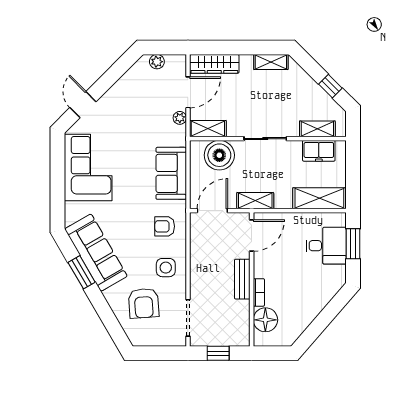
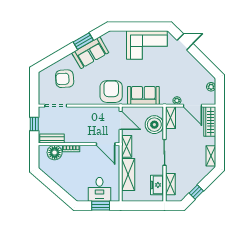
shelving: (319, 198) -> (128, 174), moved
armchair: (165, 226) -> (111, 91), width x1.88, depth x1.88
sofa: (96, 253) -> (90, 53), width x0.73
side table: (166, 268) -> (86, 92), removed
bench: (242, 279) -> (52, 138), moved

